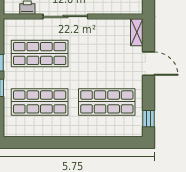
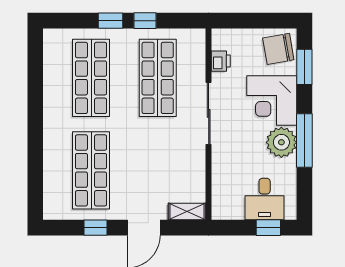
window: (149, 119) -> (95, 228), moved

